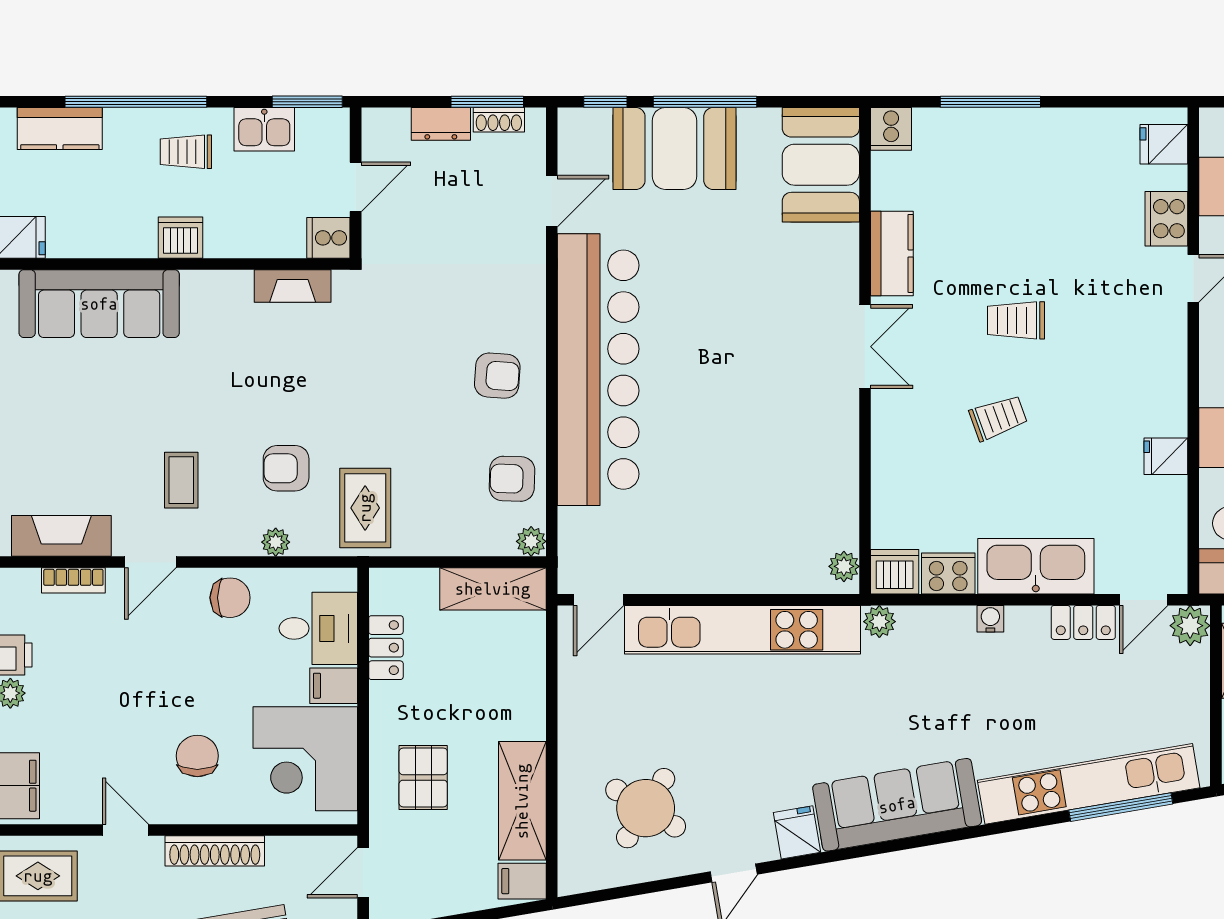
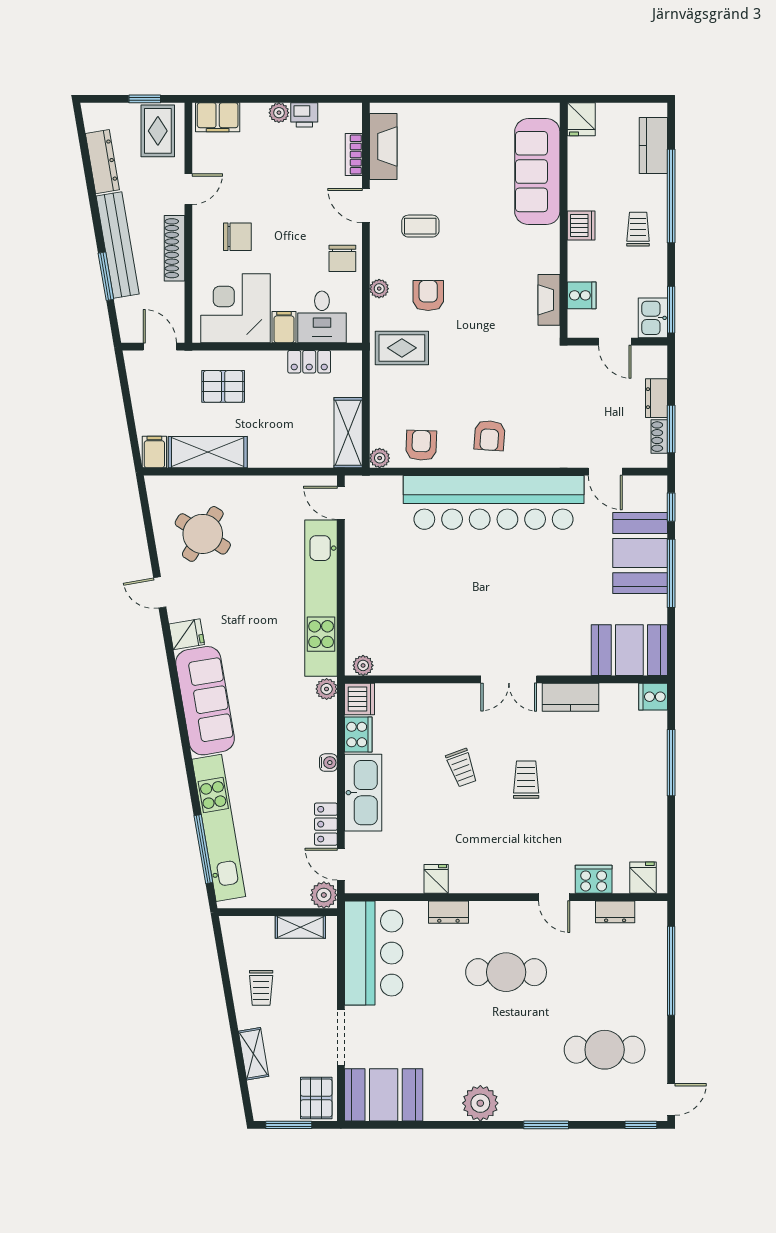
kitchen sink: (264, 129) -> (653, 318), moved
cooker: (328, 238) -> (582, 295), moved, turned 90

